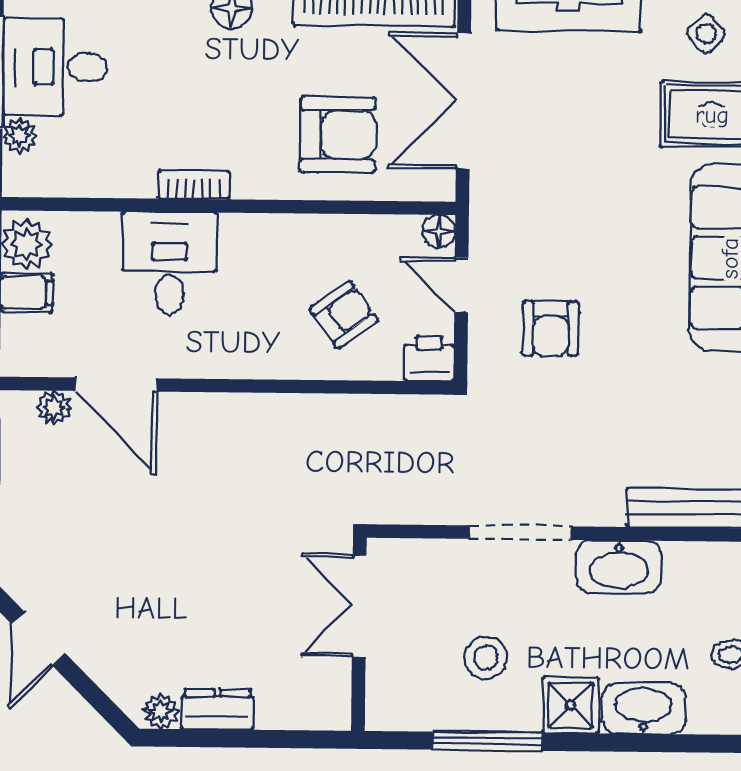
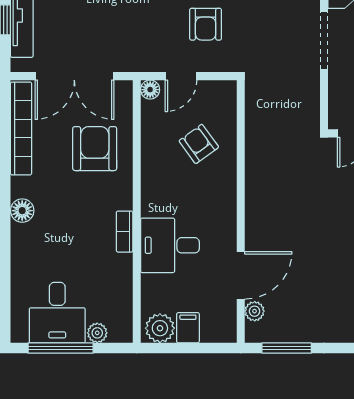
armchair: (551, 328) -> (206, 24), turned 90
printer: (429, 359) -> (224, 94), removed

